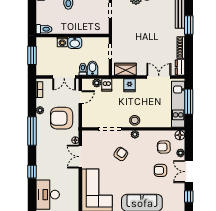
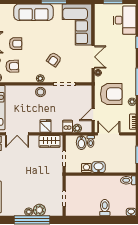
washing machine: (62, 42) -> (86, 168), moved

